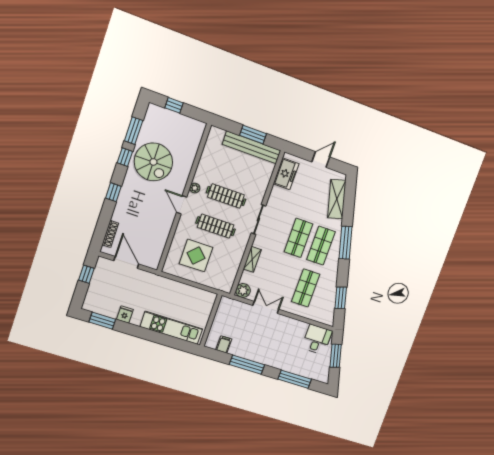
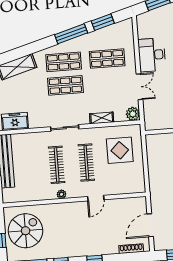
spiral stairs: (153, 162) -> (26, 231), moved
door: (182, 205) -> (96, 198), moved
window: (346, 243) -> (71, 34), moved
display table: (196, 256) -> (120, 150), moved
double door: (266, 307) -> (139, 87), swing flipped
desk: (317, 339) -> (152, 55), moved, width x1.37

